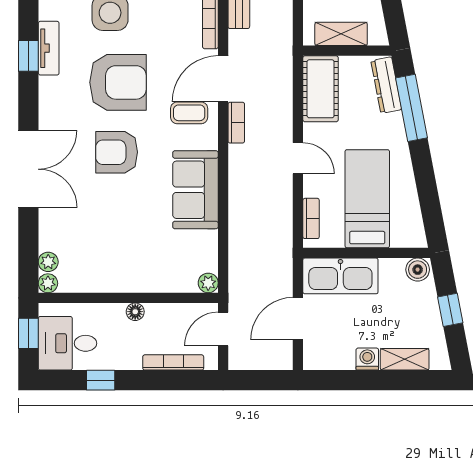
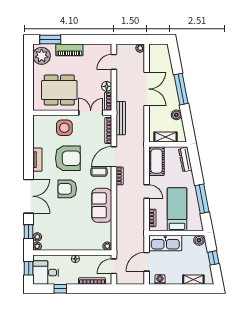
tv unit: (49, 48) -> (37, 160), moved
window: (28, 56) -> (29, 232), moved
window: (412, 108) -> (202, 199), moved
washing machine: (367, 359) -> (160, 279), moved

